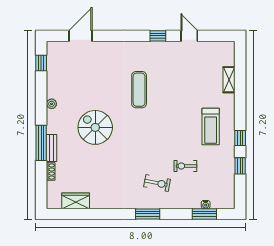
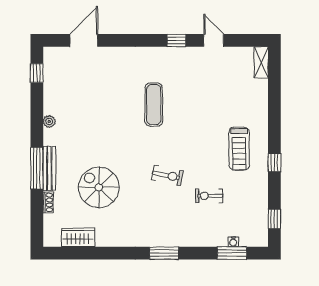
shelving: (229, 80) -> (261, 62), moved
spiral stairs: (95, 127) -> (99, 187), moved
bench: (52, 148) -> (49, 168), width x1.36
window: (240, 166) -> (274, 219), moved
exercise bike: (157, 183) -> (167, 175), moved

